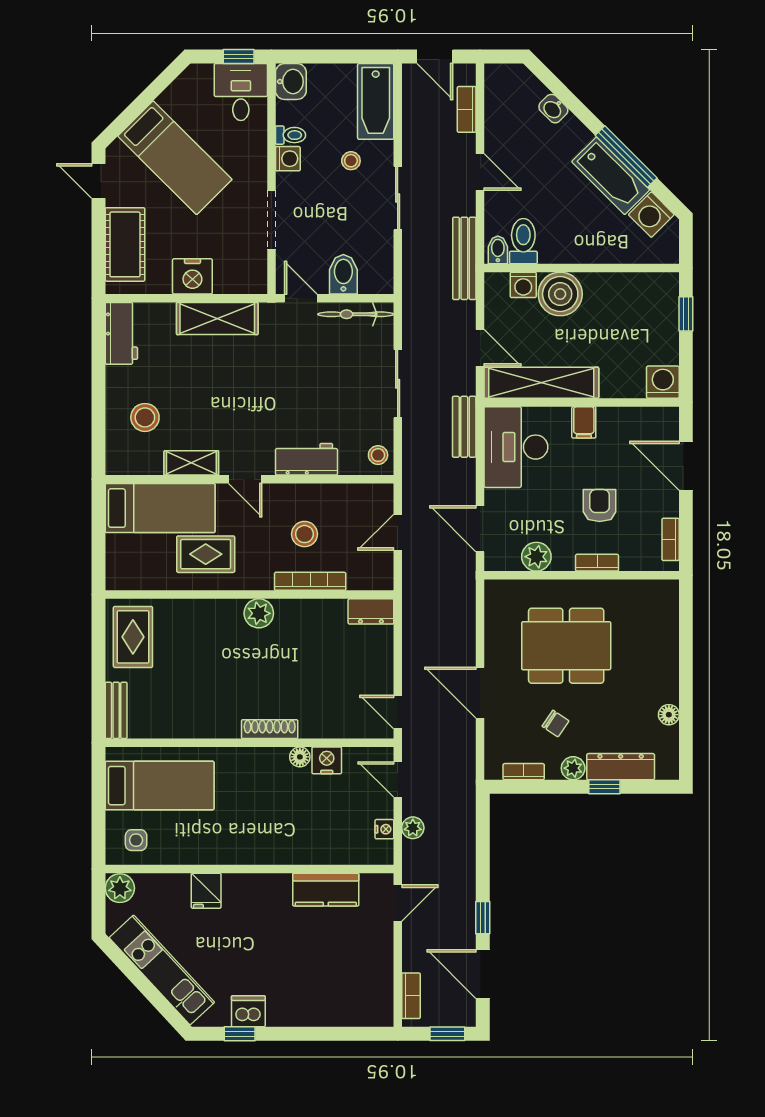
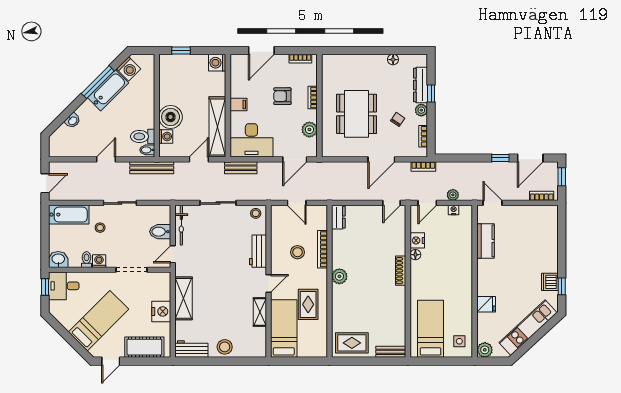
bookcase: (467, 109) -> (423, 166), moved
stool: (145, 417) -> (225, 347), moved

